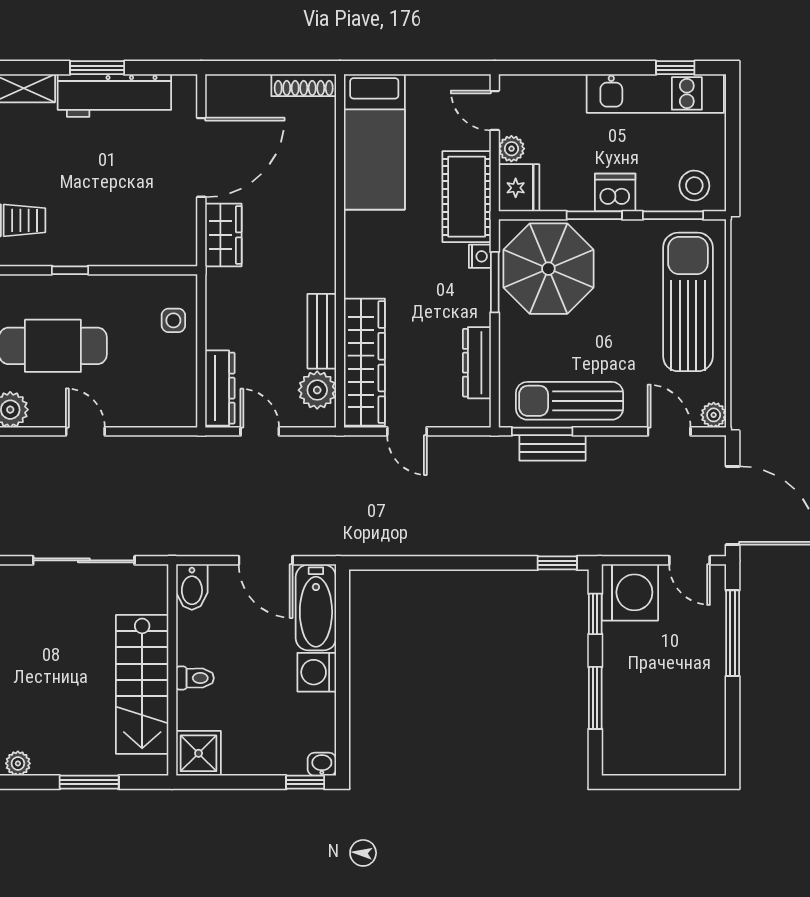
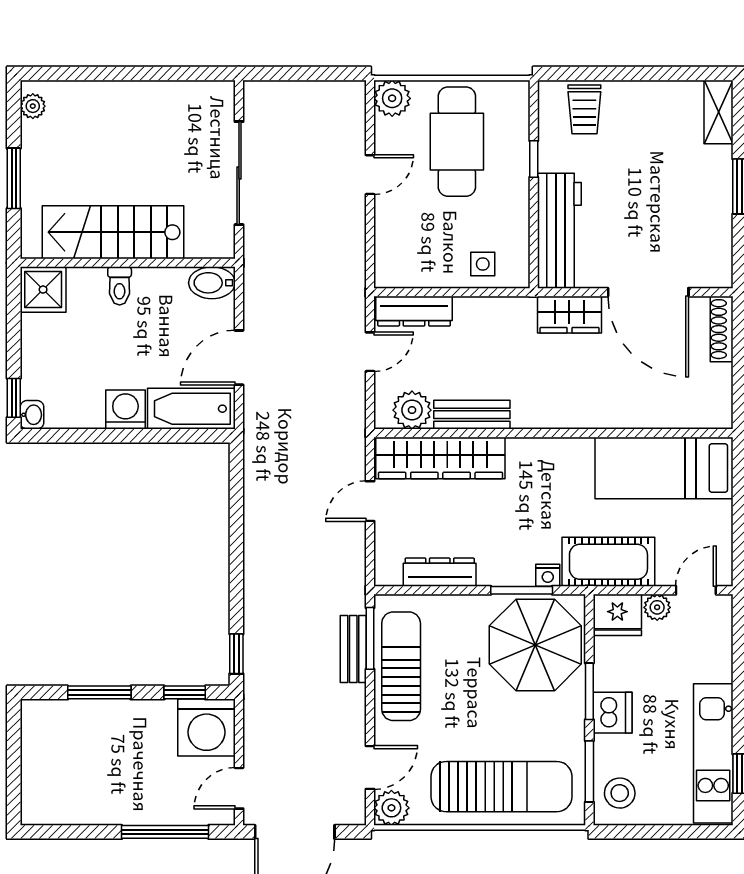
shoe rack: (304, 85) -> (722, 329), moved
workbench: (114, 95) -> (559, 231), moved, turned 180
plant: (714, 415) -> (391, 808), width x1.38, depth x1.38

